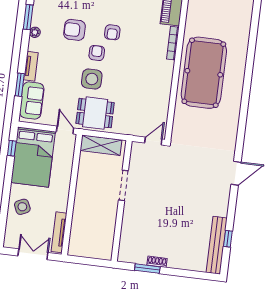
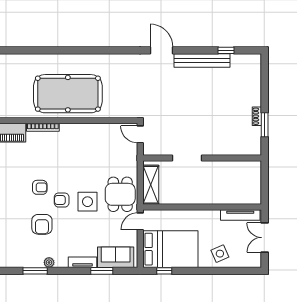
bench: (217, 245) -> (202, 60), moved

